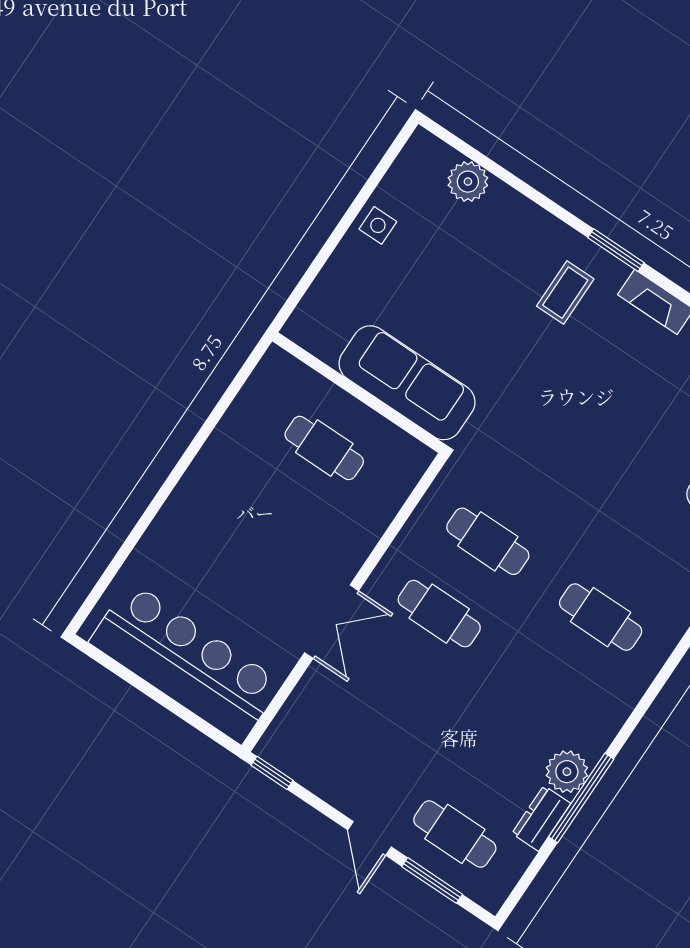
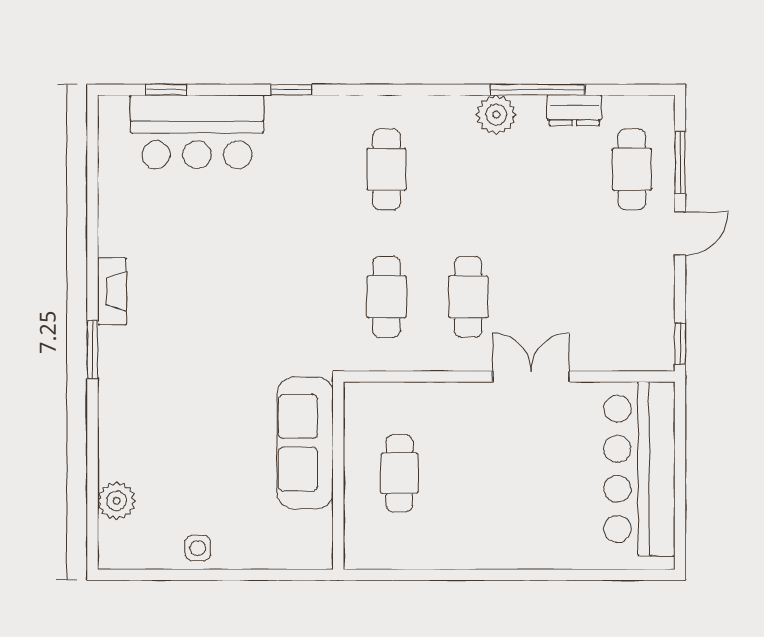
coffee table: (565, 293) -> (152, 367), removed
plant: (567, 772) -> (496, 115), moved

